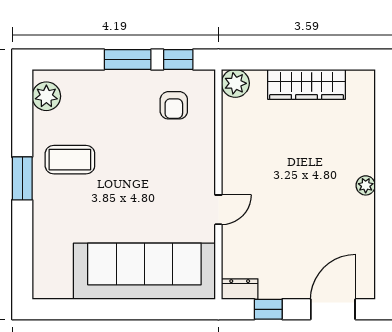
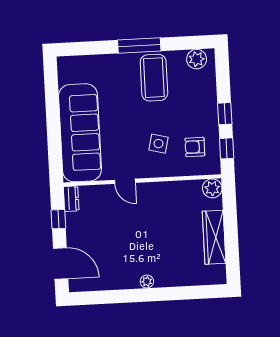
window: (128, 59) -> (225, 114), width x0.67
side table: (166, 158) -> (158, 144), added
coffee table: (70, 160) -> (154, 78), width x1.36, depth x1.32
window: (22, 178) -> (139, 46), width x1.44

